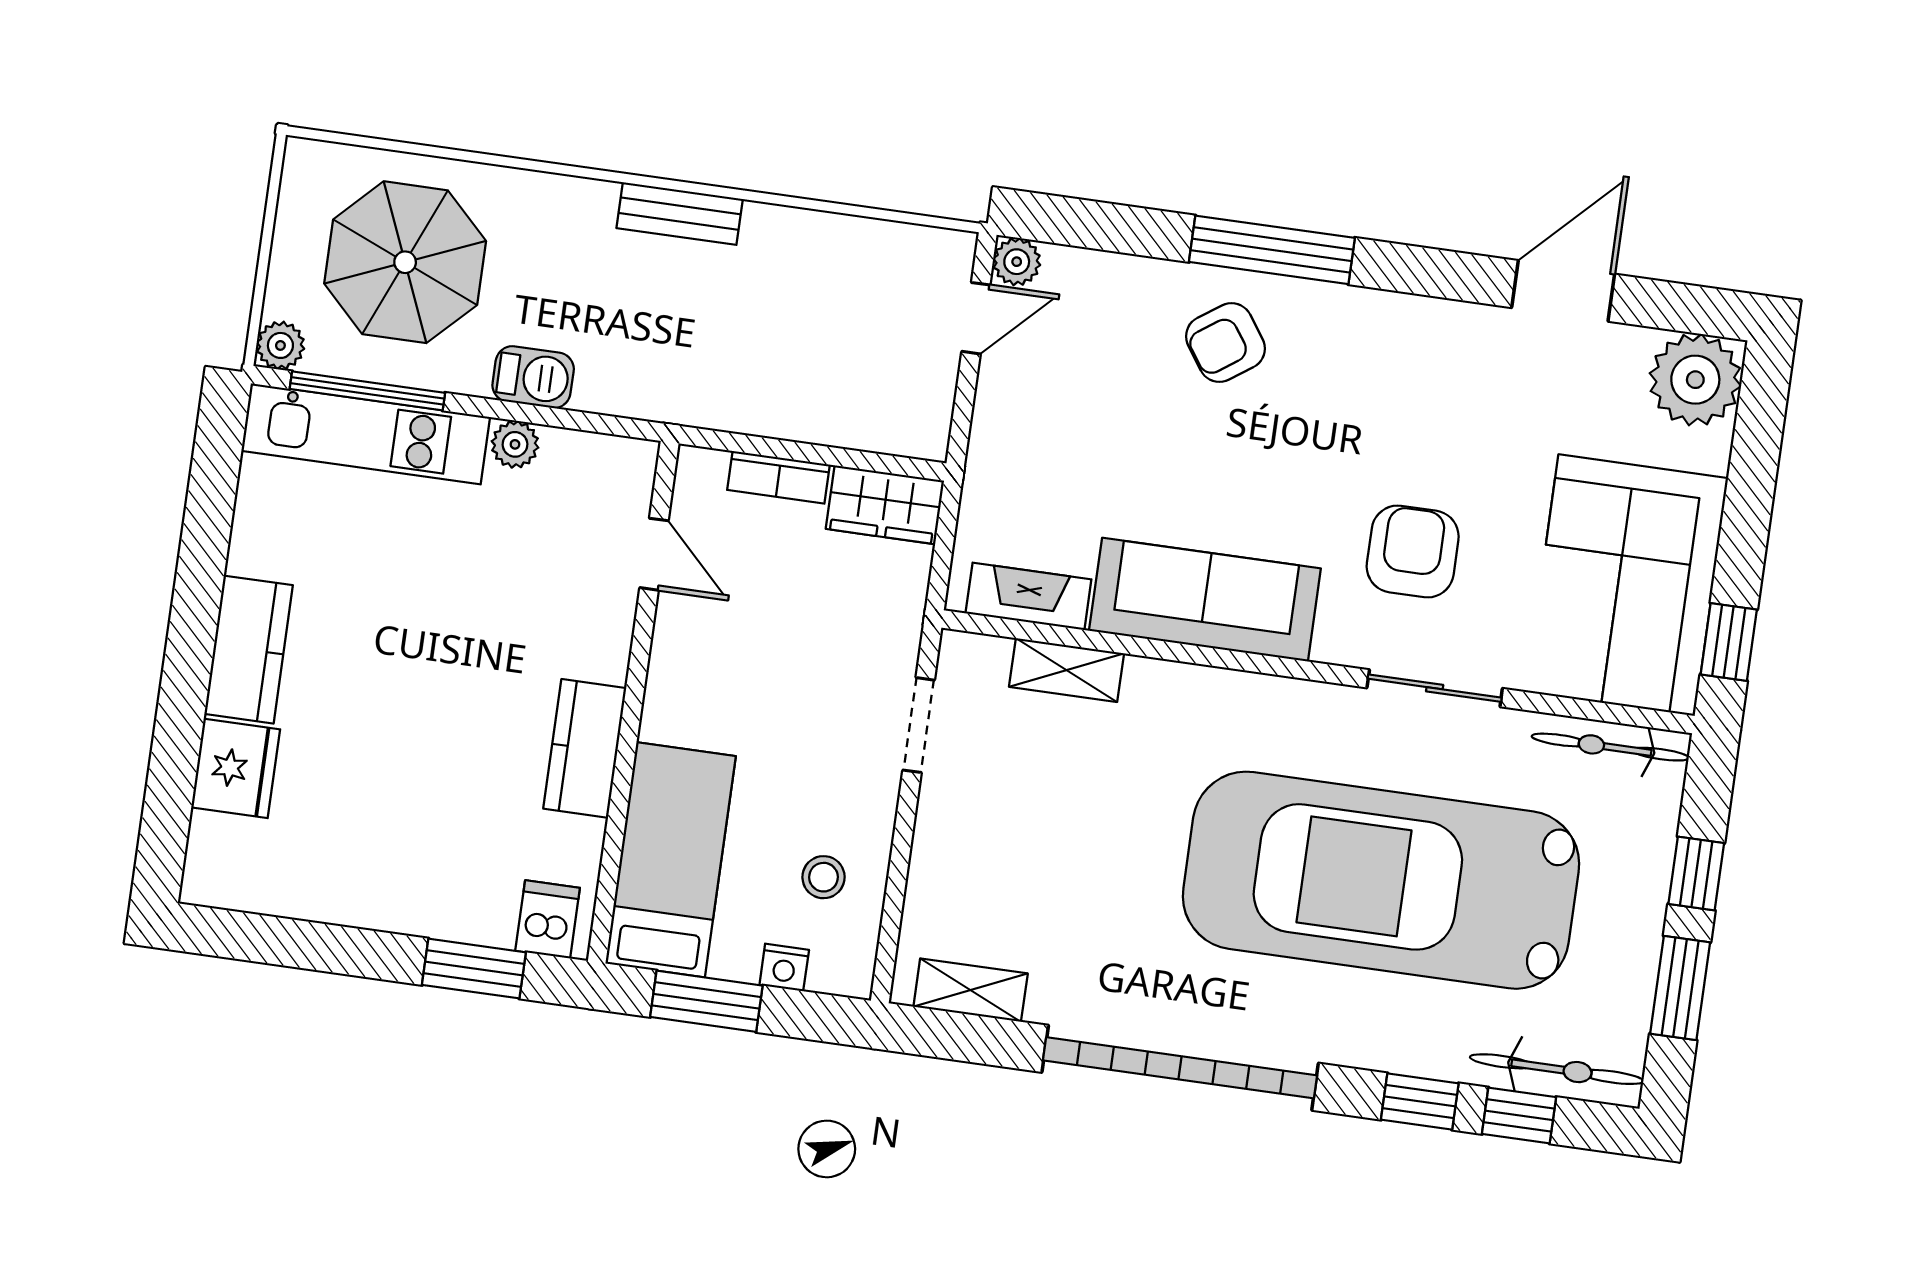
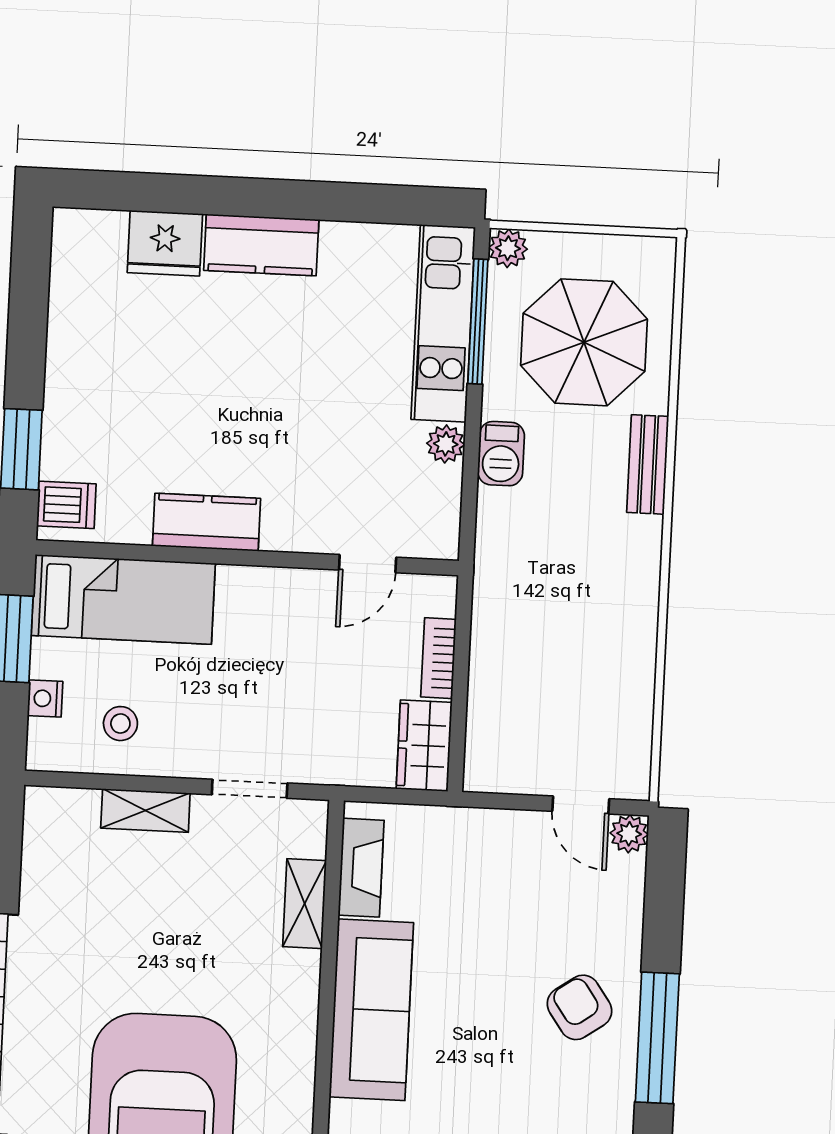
bench: (680, 214) -> (648, 464), moved
shelving: (971, 990) -> (145, 811), moved, turned 90

